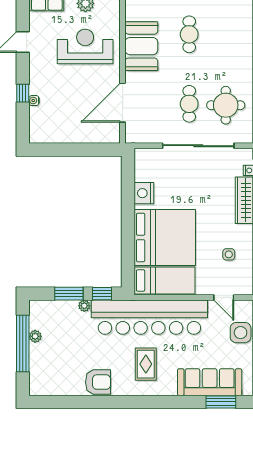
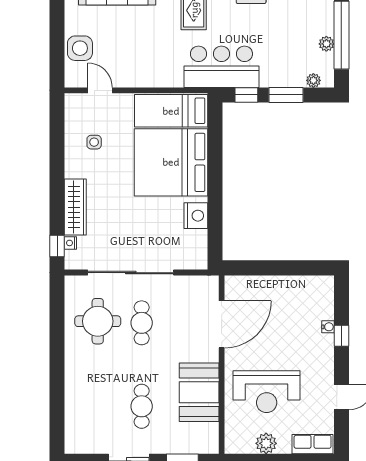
plant: (84, 306) -> (313, 80), moved
bar counter: (149, 317) -> (221, 67), width x0.54

